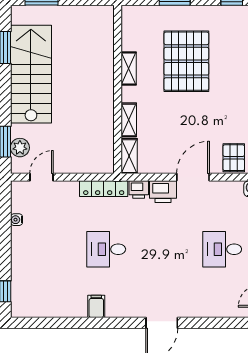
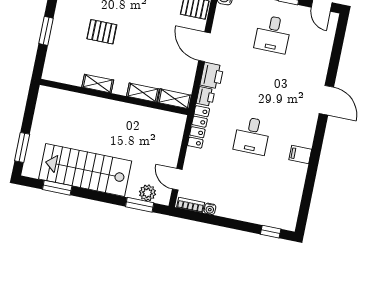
pallet: (186, 61) -> (102, 32), width x0.49, depth x0.50
bookcase: (16, 198) -> (191, 205), added

